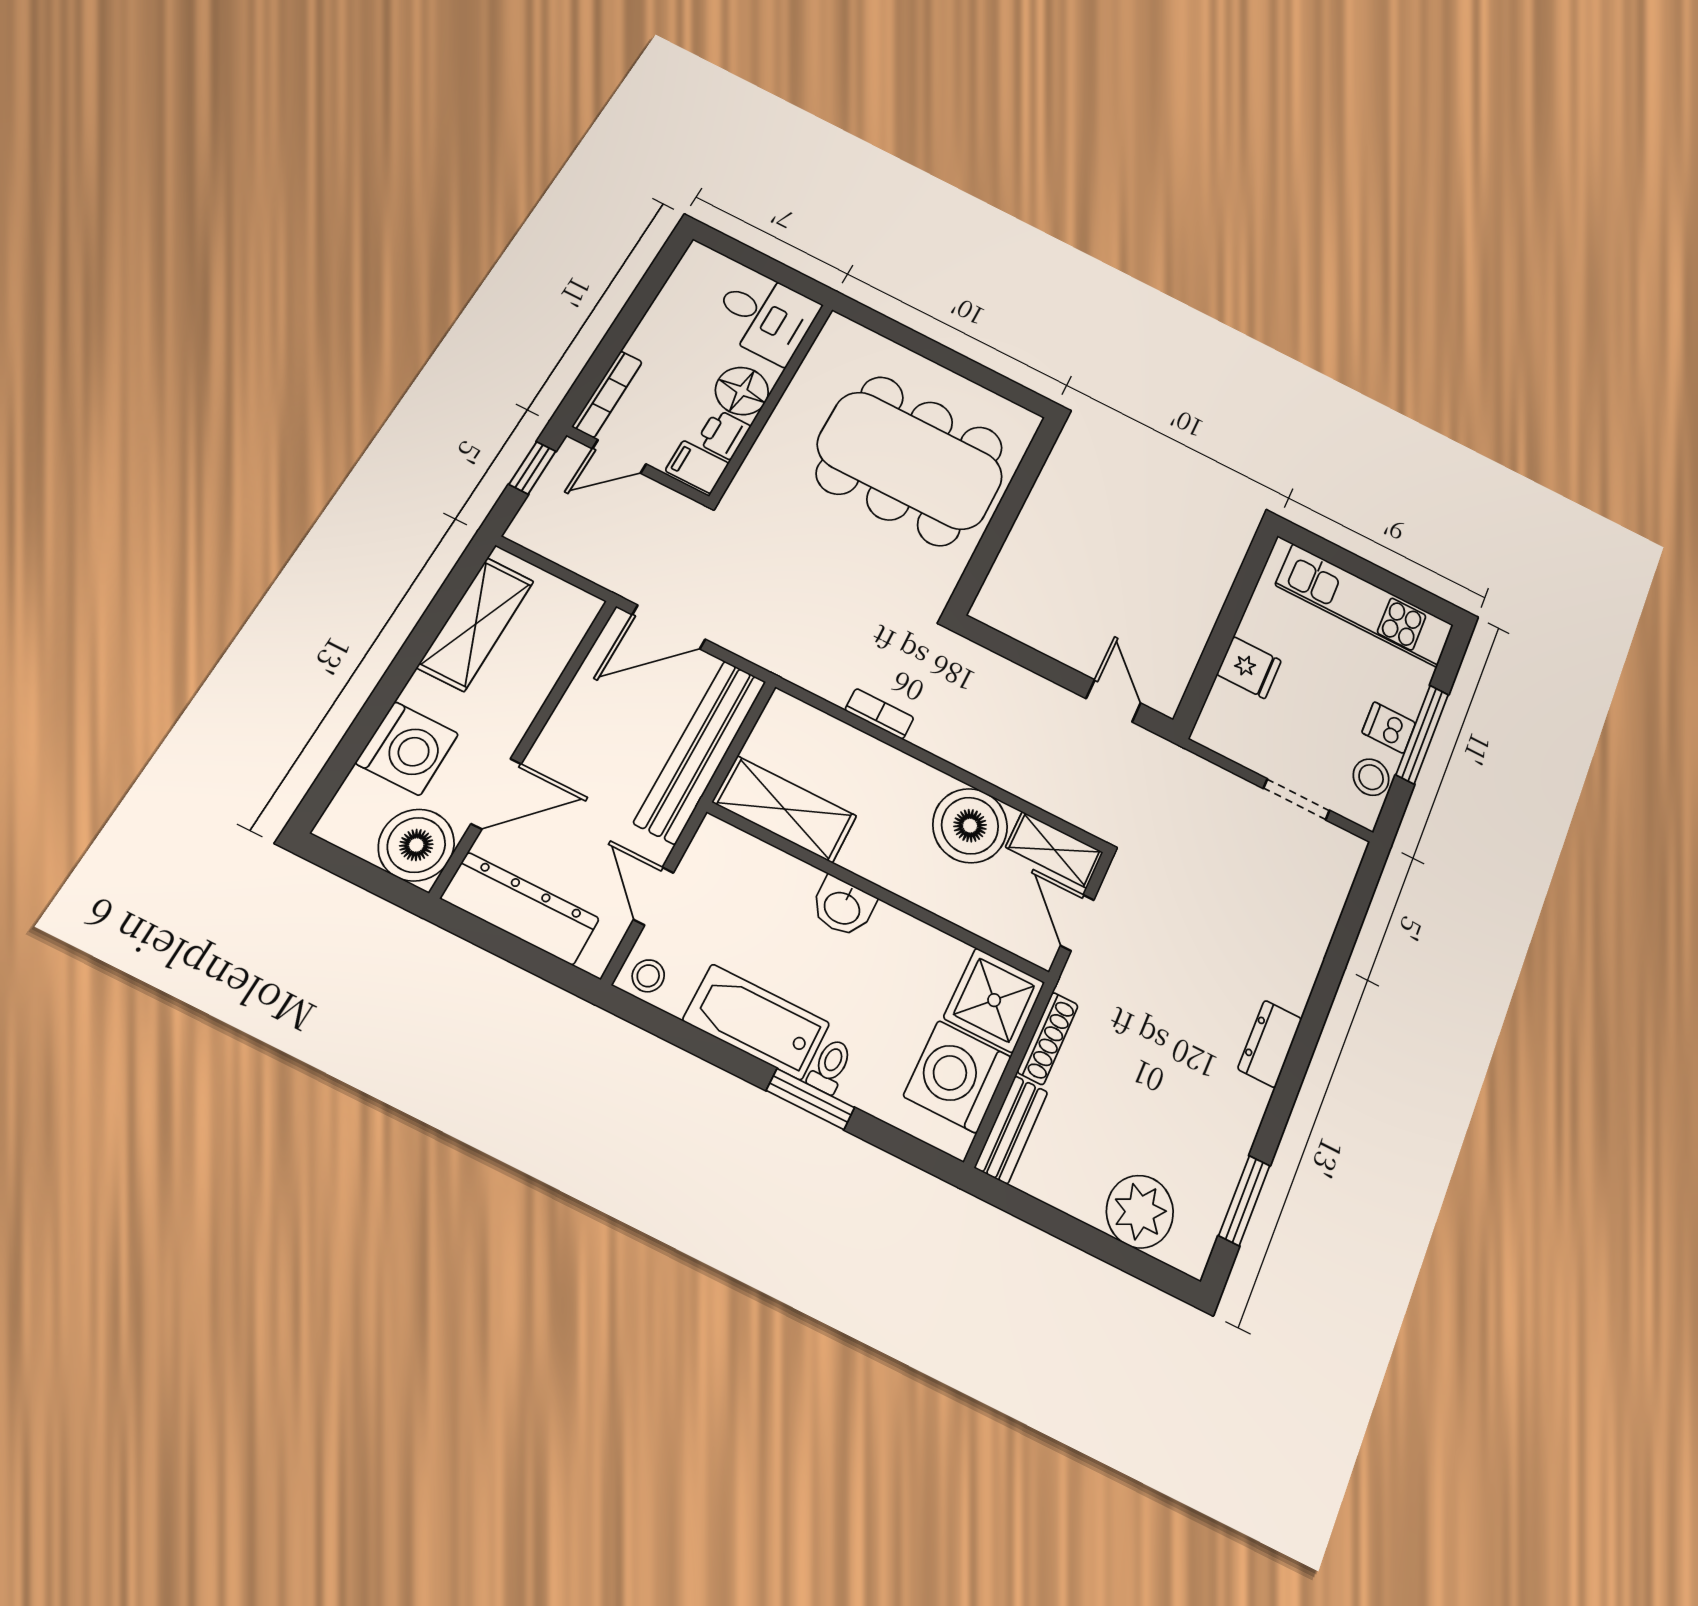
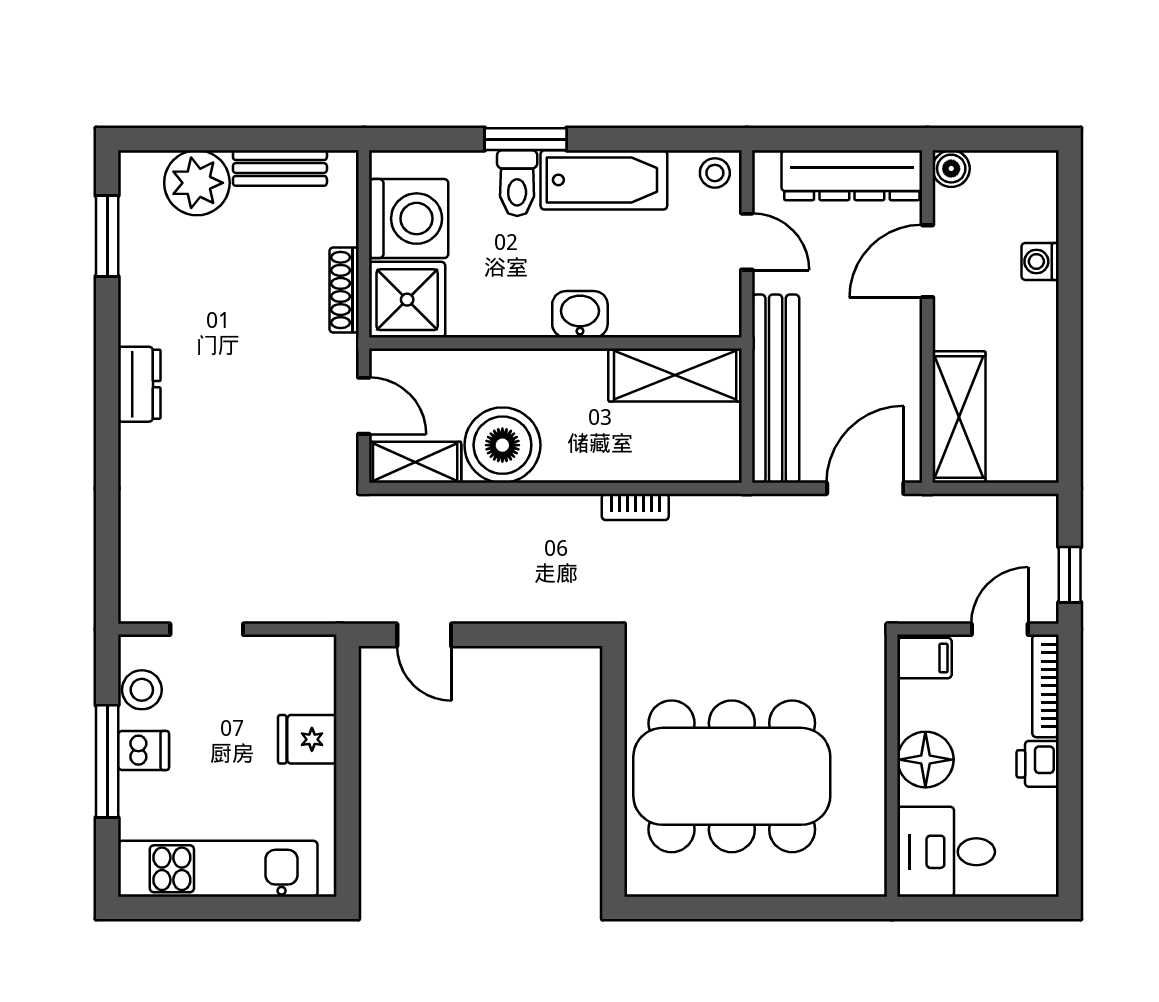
printer: (724, 434) -> (1038, 764), moved, turned 180
shelving: (476, 624) -> (959, 417), moved
washing machine: (407, 748) -> (1040, 261), width x0.53, depth x0.53
boiler: (416, 845) -> (951, 169), width x0.54, depth x0.54
toilet: (830, 1066) -> (517, 183), width x1.37, depth x1.39
bench: (1011, 1130) -> (280, 168), moved, turned 90

